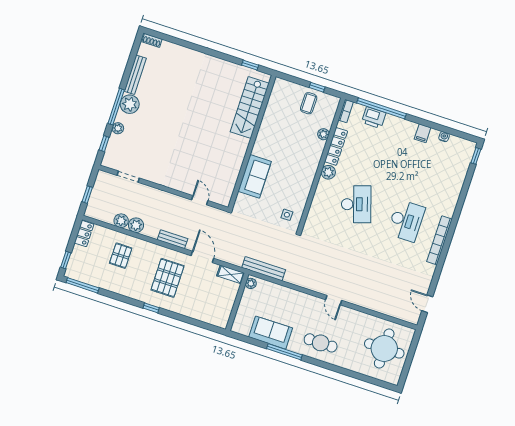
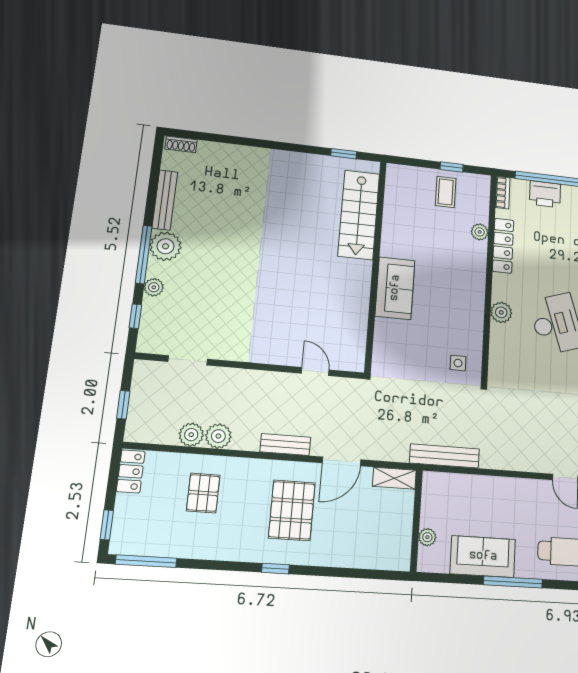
plant: (328, 172) -> (501, 312), moved
sofa: (255, 176) -> (395, 288), moved
door: (202, 257) -> (342, 461), swing flipped
plant: (251, 283) -> (427, 537), moved

